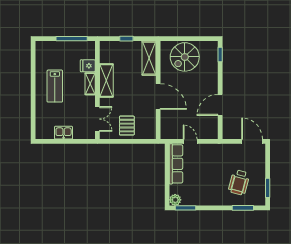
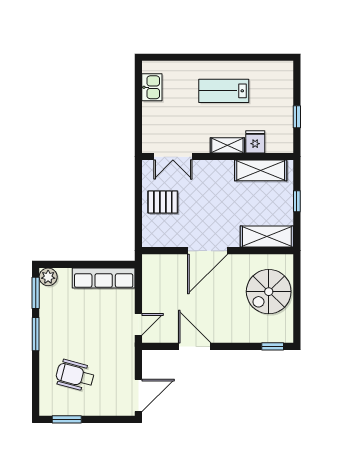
window: (72, 39) -> (297, 117), width x0.46
spiral stairs: (185, 57) -> (269, 292), turned -90
shelving: (106, 80) -> (261, 170), moved
kitchen sink: (64, 133) -> (152, 87), moved
door: (190, 141) -> (138, 324), moved
window: (243, 208) -> (36, 334), moved

